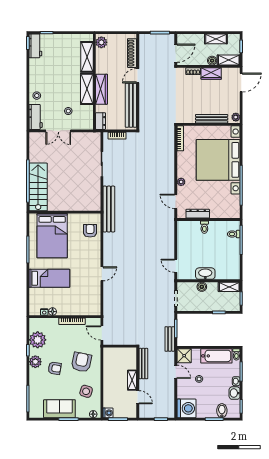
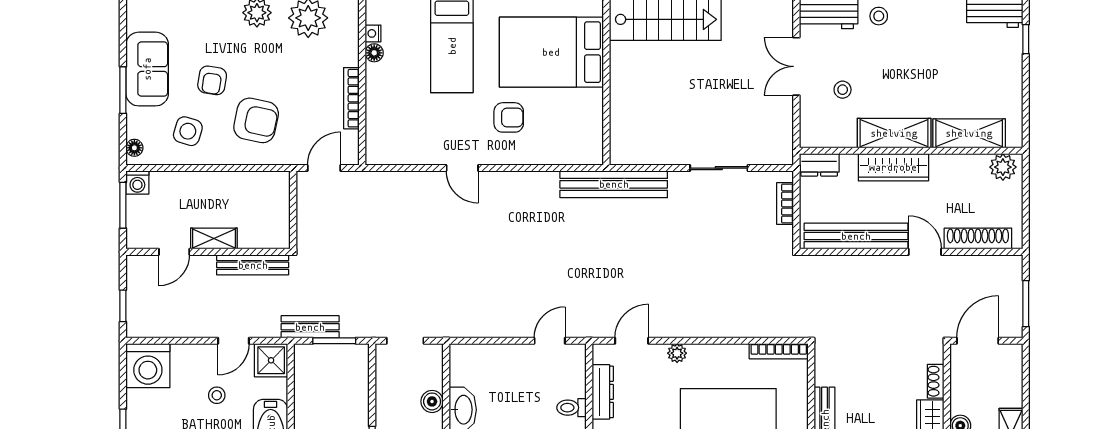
door: (176, 53) -> (978, 341), swing flipped
armchair: (90, 231) -> (509, 117), moved
door: (176, 266) -> (550, 341), moved
armchair: (55, 368) -> (212, 80), moved

